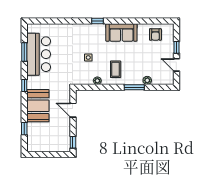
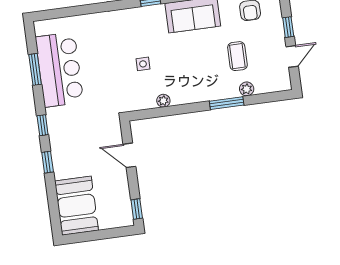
door: (177, 65) -> (292, 56), swing flipped
coffee table: (116, 69) -> (237, 56), moved
booth: (38, 106) -> (77, 206), moved
window: (24, 129) -> (48, 162), moved

